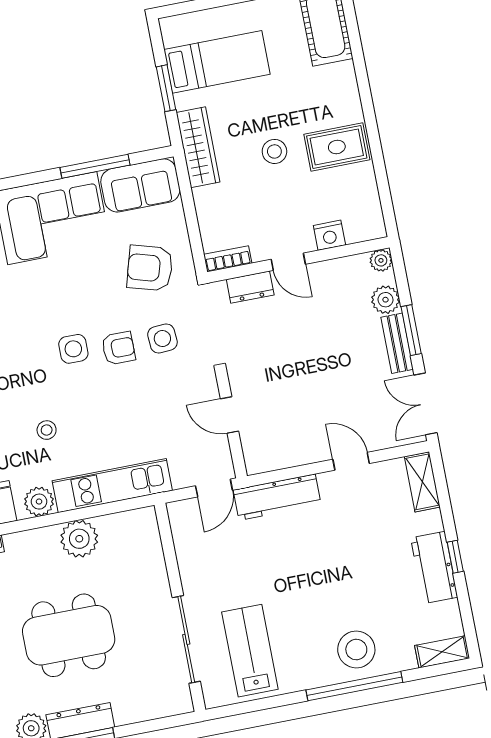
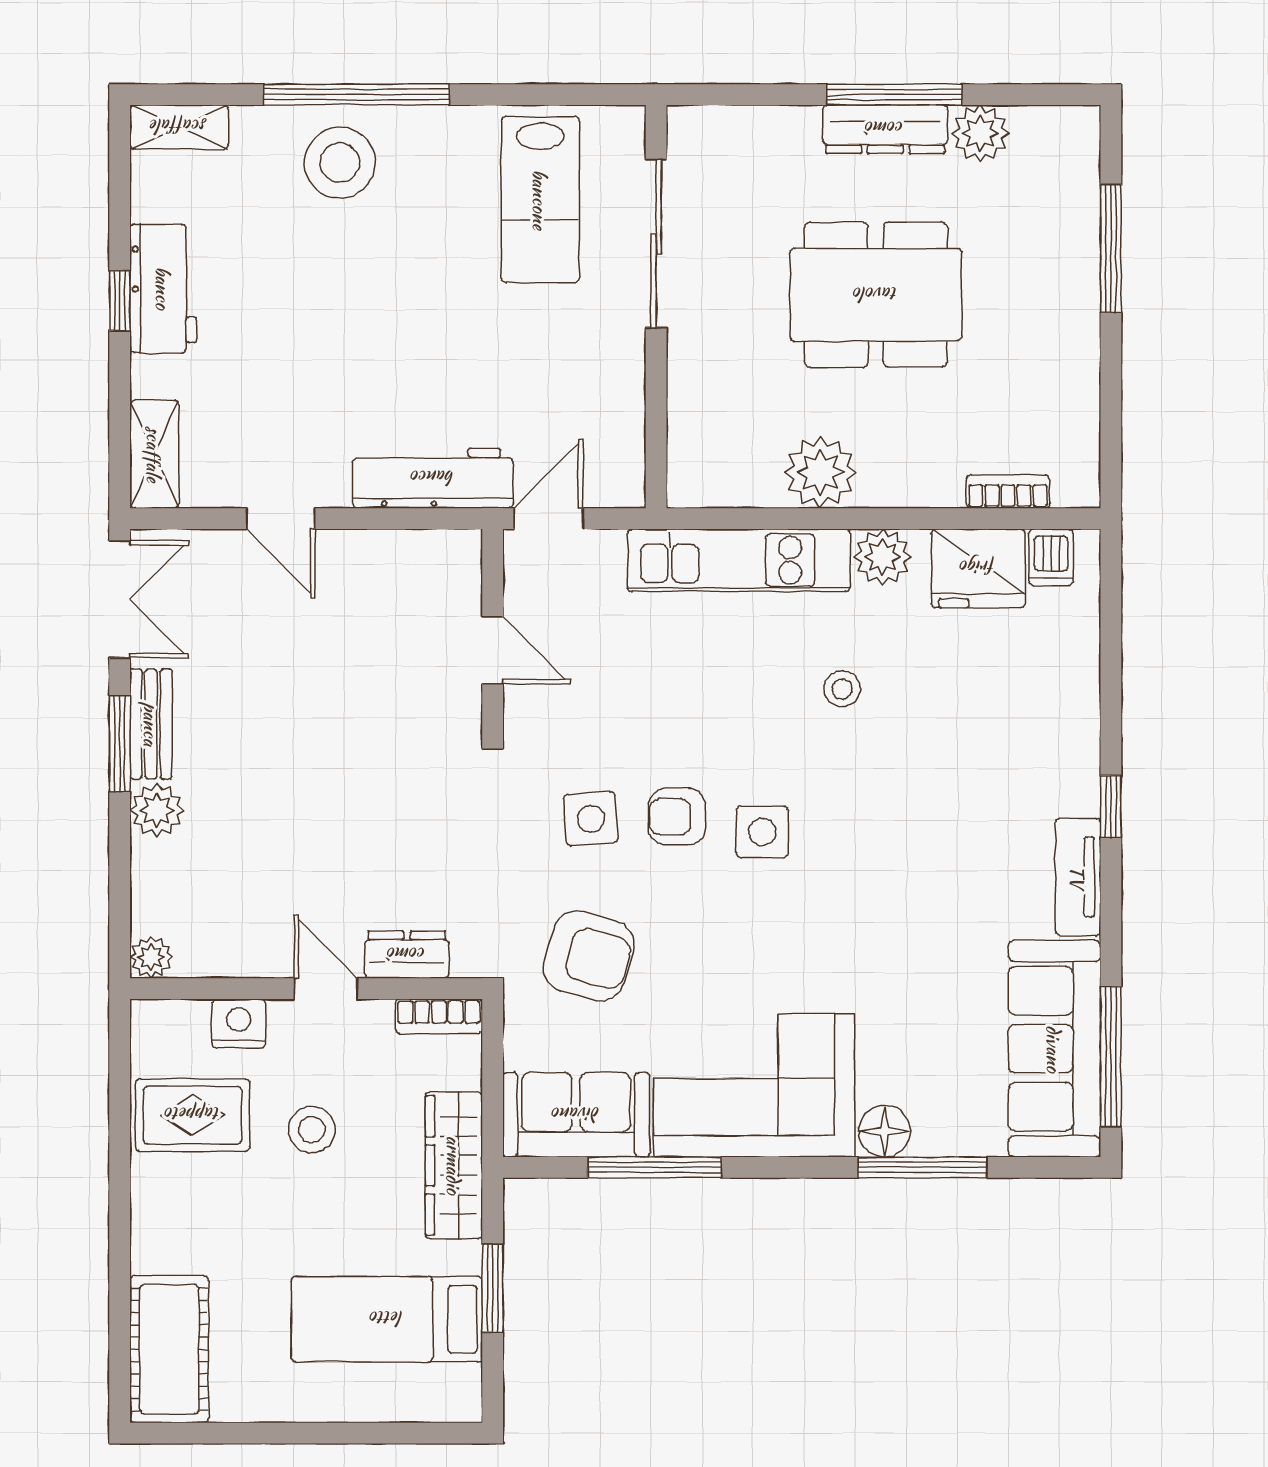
nightstand: (329, 235) -> (239, 1023), moved
bookcase: (228, 259) -> (439, 1016), moved
wall: (298, 260) -> (306, 989), moved
plant: (381, 260) -> (151, 957), moved
door: (288, 262) -> (326, 989), moved
dresser: (250, 287) -> (407, 955), moved

